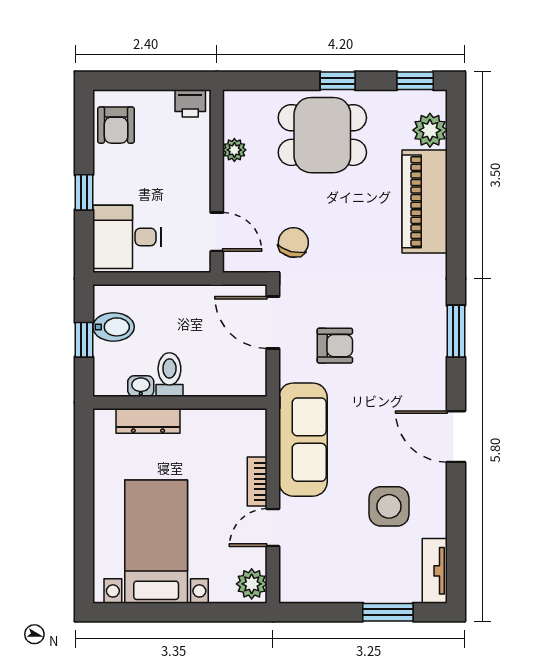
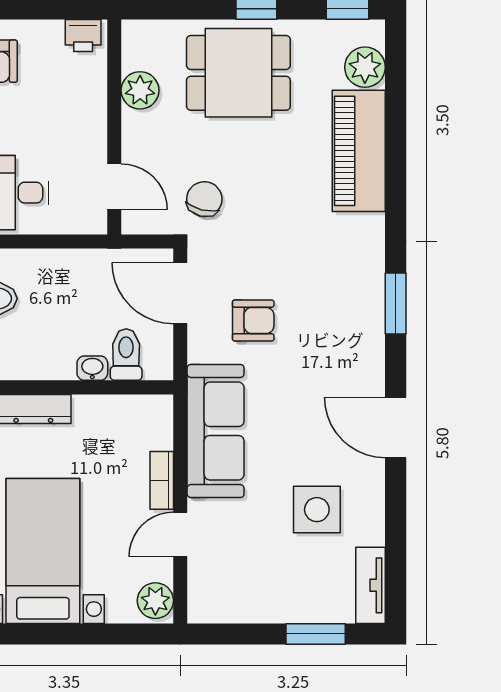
plant: (234, 150) -> (140, 90), width x1.38, depth x1.38
toilet: (169, 375) -> (126, 355), moved
washbasin: (141, 386) -> (92, 368), moved

